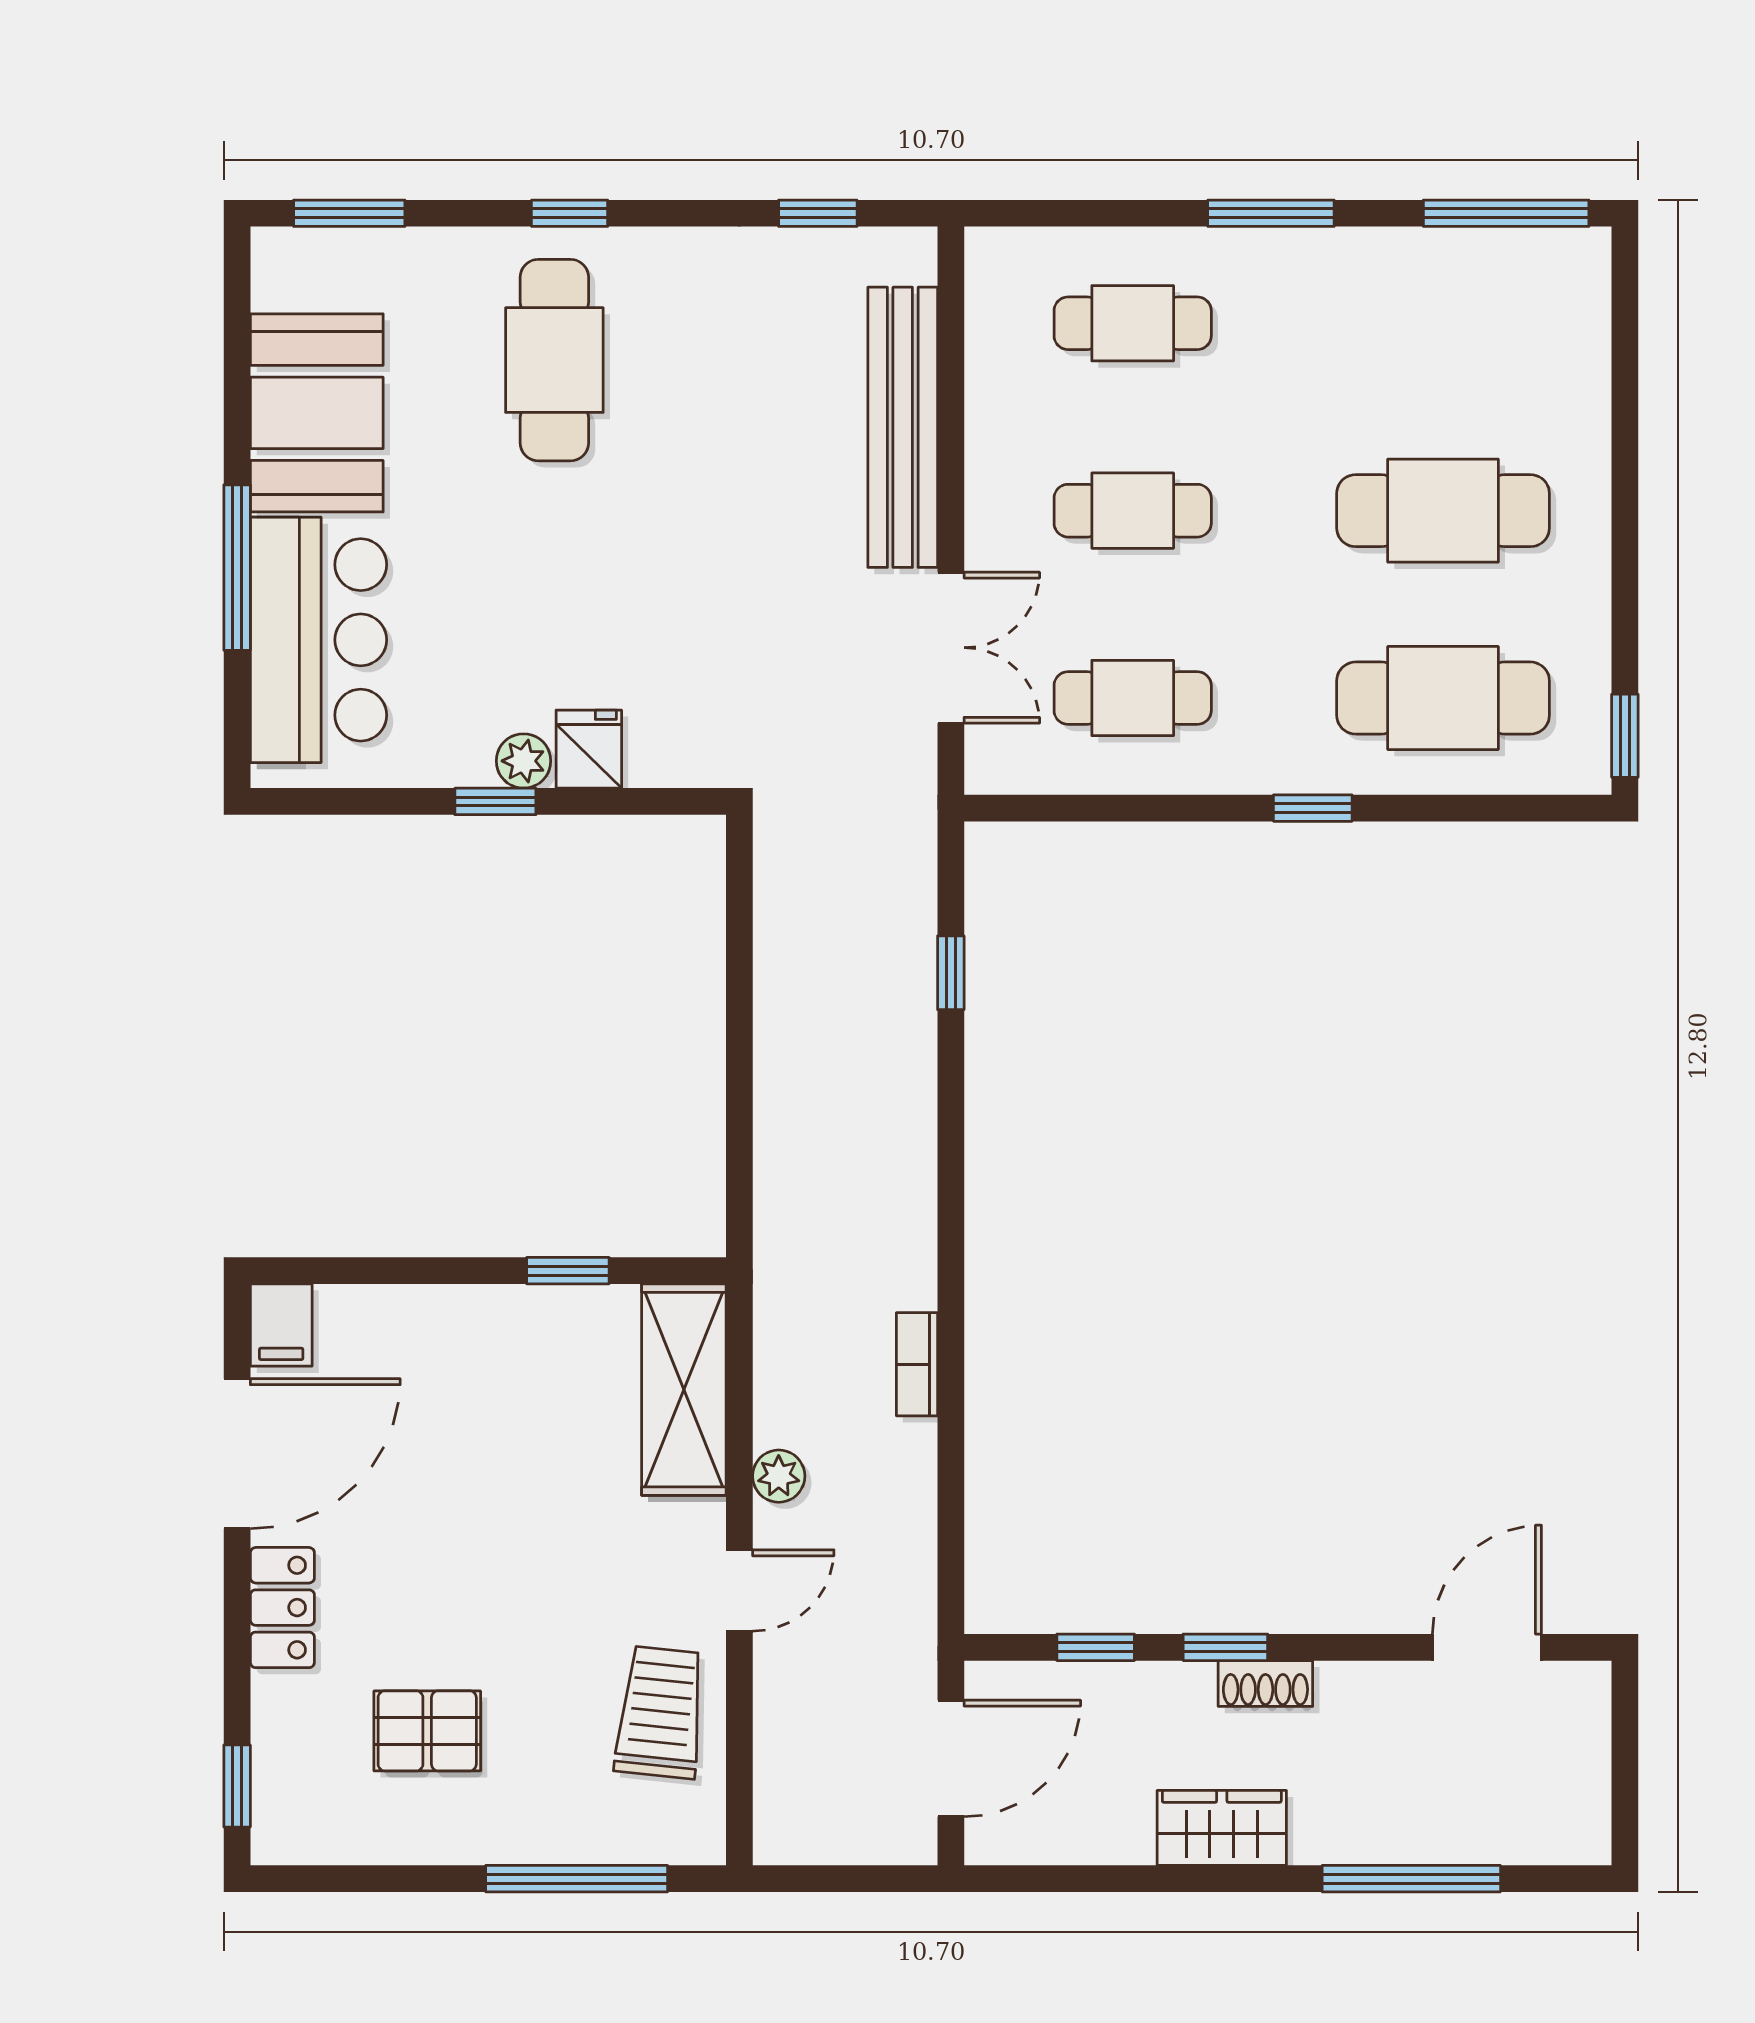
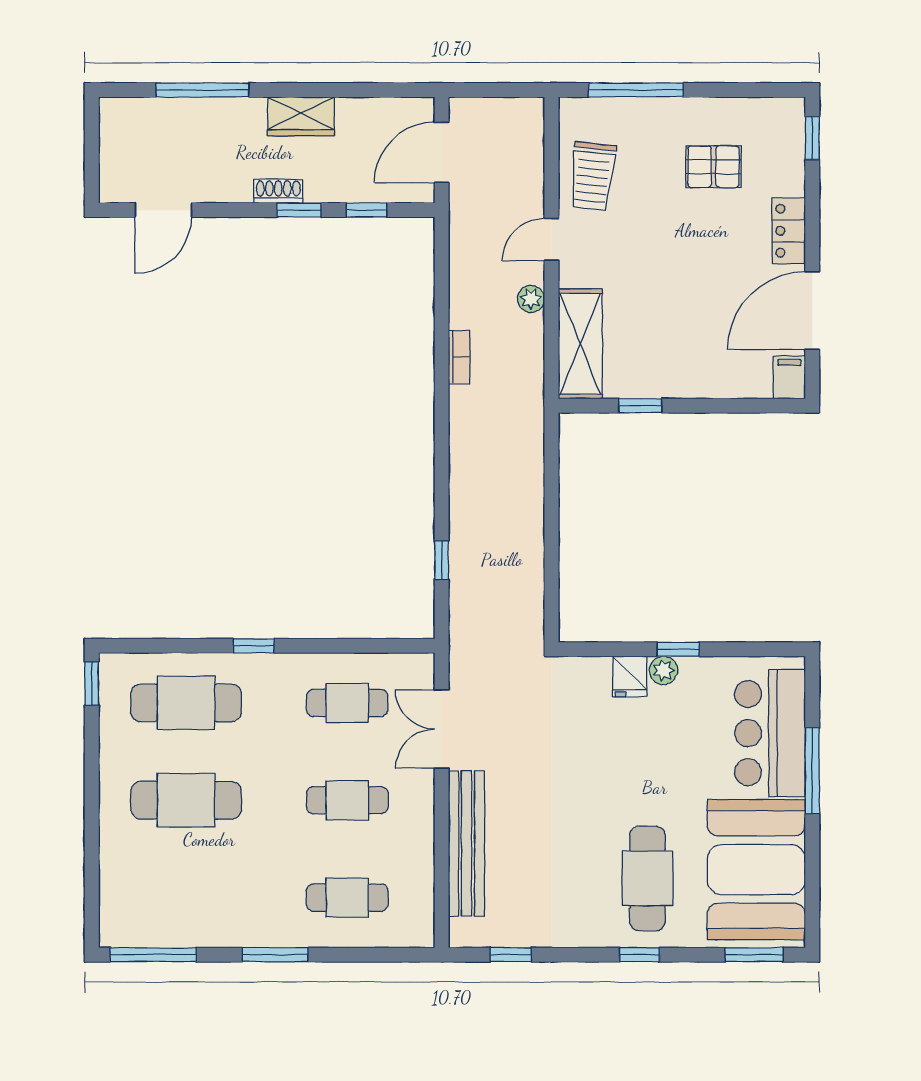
booth: (317, 413) -> (756, 870), width x1.36, depth x1.42

